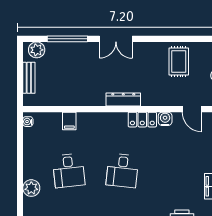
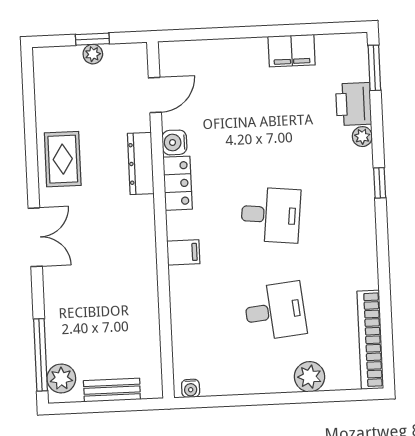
window: (67, 39) -> (41, 355), moved
rug: (179, 61) -> (63, 159), moved, turned 90
dresser: (123, 99) -> (141, 164), moved
filing cabinet: (69, 121) -> (183, 252), moved

